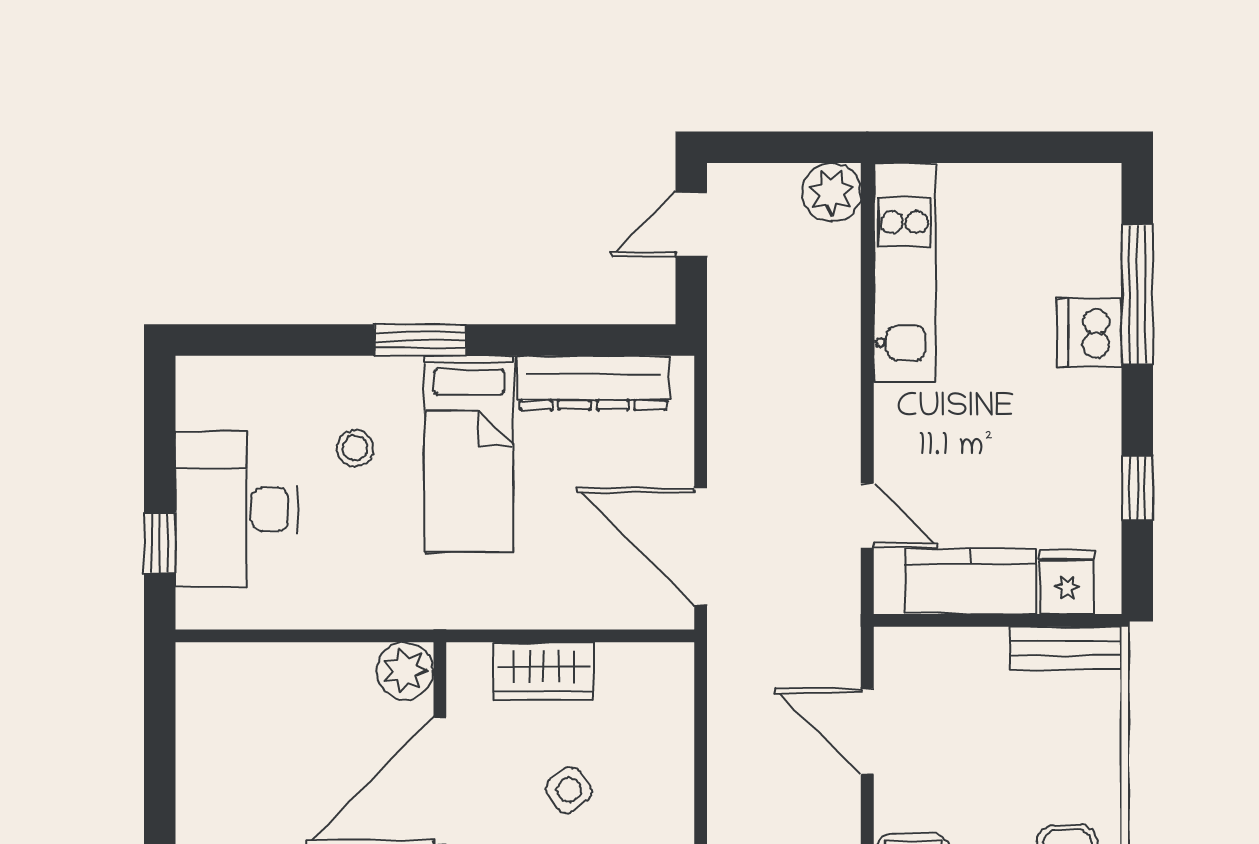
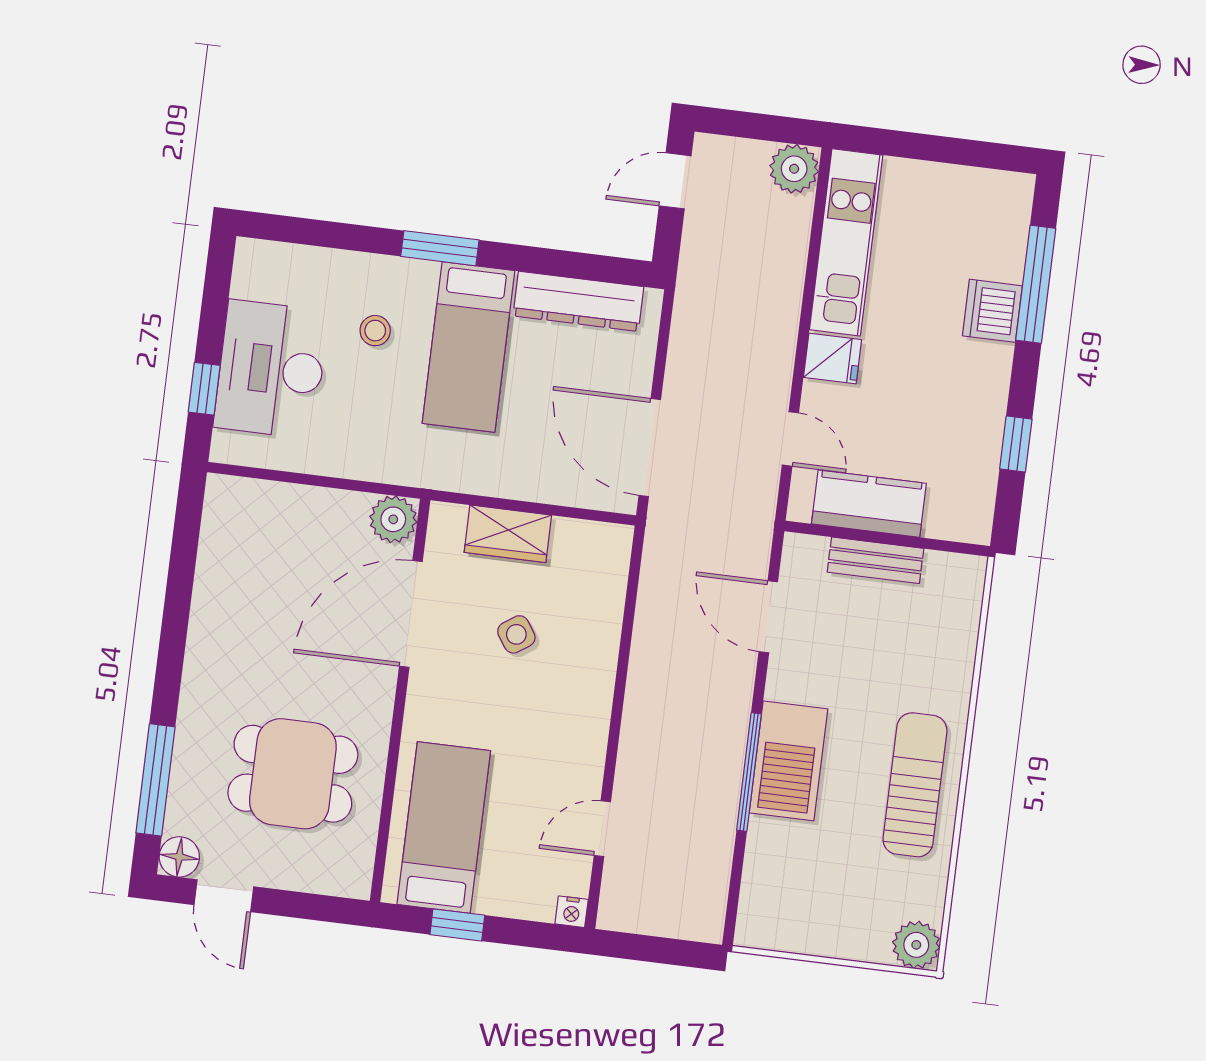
fridge: (1067, 582) -> (832, 359), moved, turned 90
bench: (1066, 648) -> (875, 560), moved

